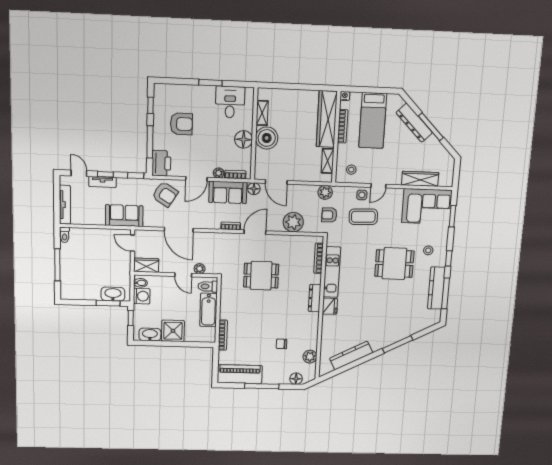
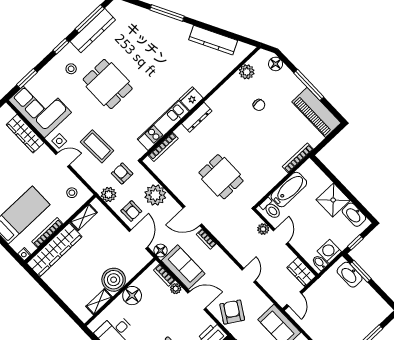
side table: (362, 195) -> (59, 141), moved
armchair: (299, 196) -> (131, 211), added
armchair: (329, 215) -> (122, 173), turned 180
door: (179, 230) -> (249, 275), width x0.53

